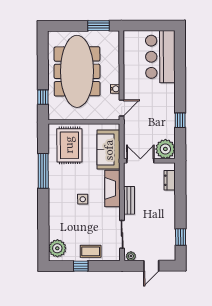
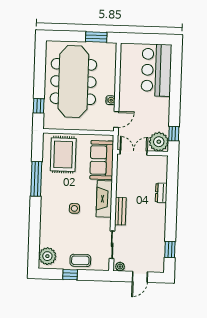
plant: (165, 149) -> (159, 142), moved
double door: (140, 161) -> (134, 152), moved
wall: (149, 161) -> (143, 153), moved

